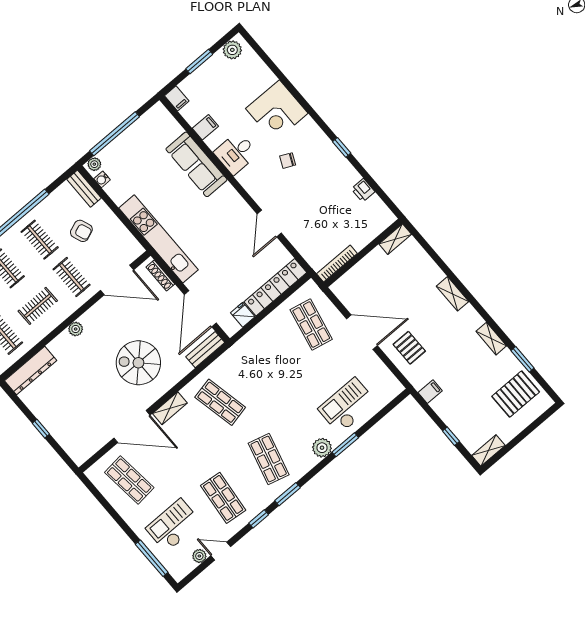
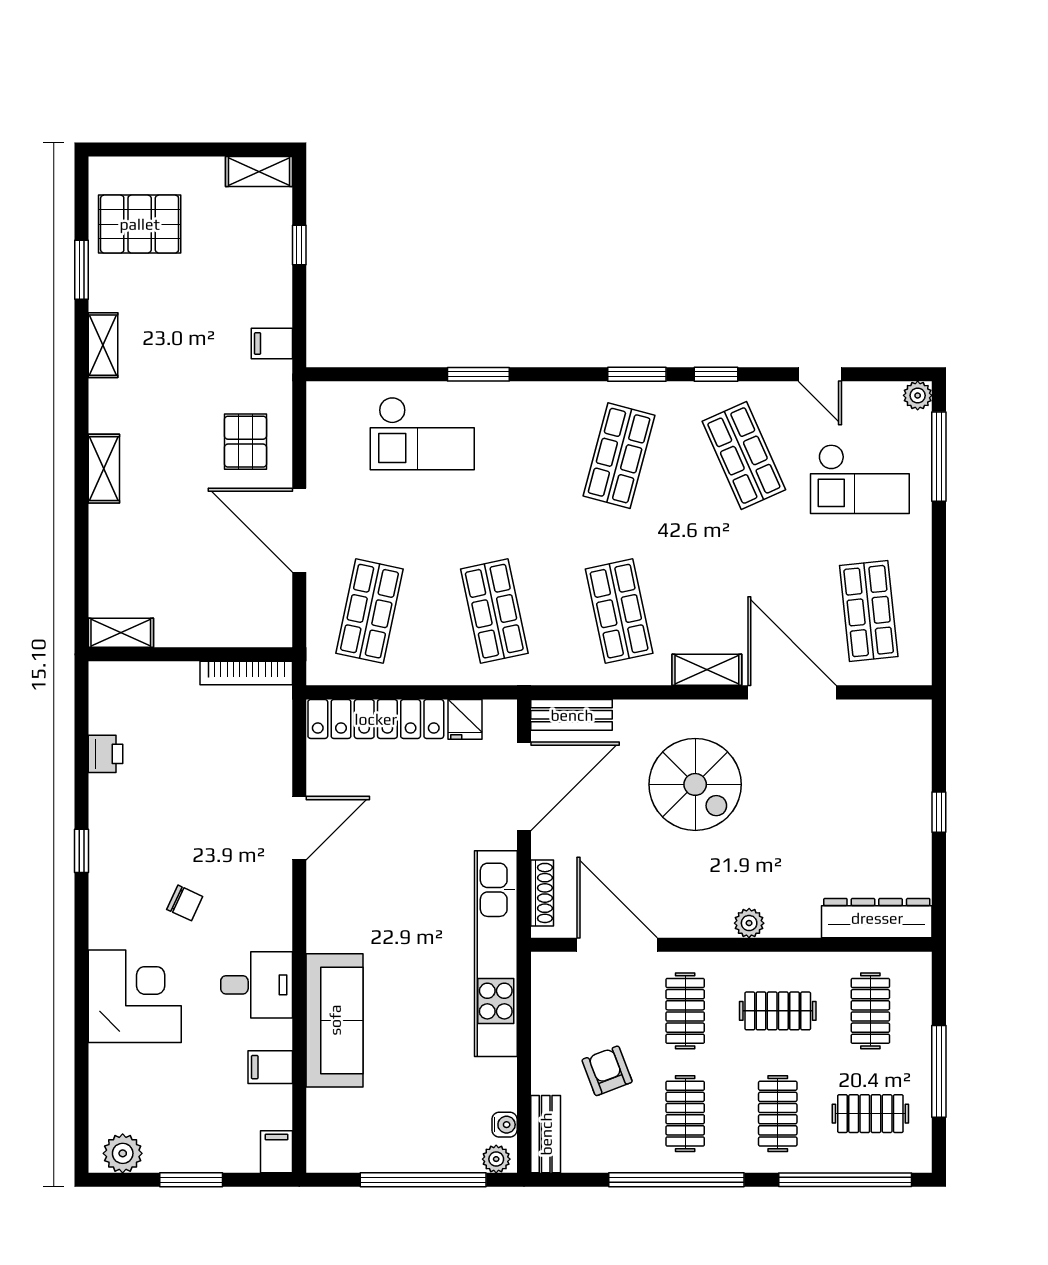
shop shelf: (266, 363) -> (494, 611), added
plant: (322, 448) -> (519, 401), removed
shop shelf: (223, 498) -> (744, 456), turned -30
plant: (199, 556) -> (918, 395), moved

